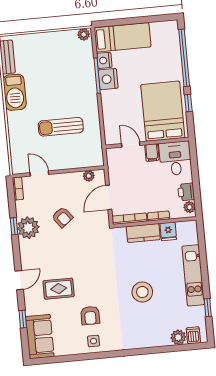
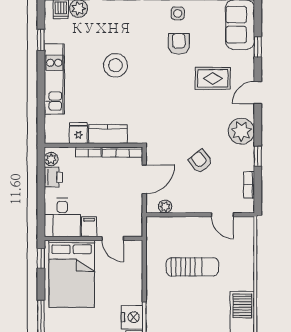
window: (188, 103) -> (41, 258), moved
bookcase: (18, 189) -> (249, 185), moved
plant: (28, 228) -> (241, 131), moved

